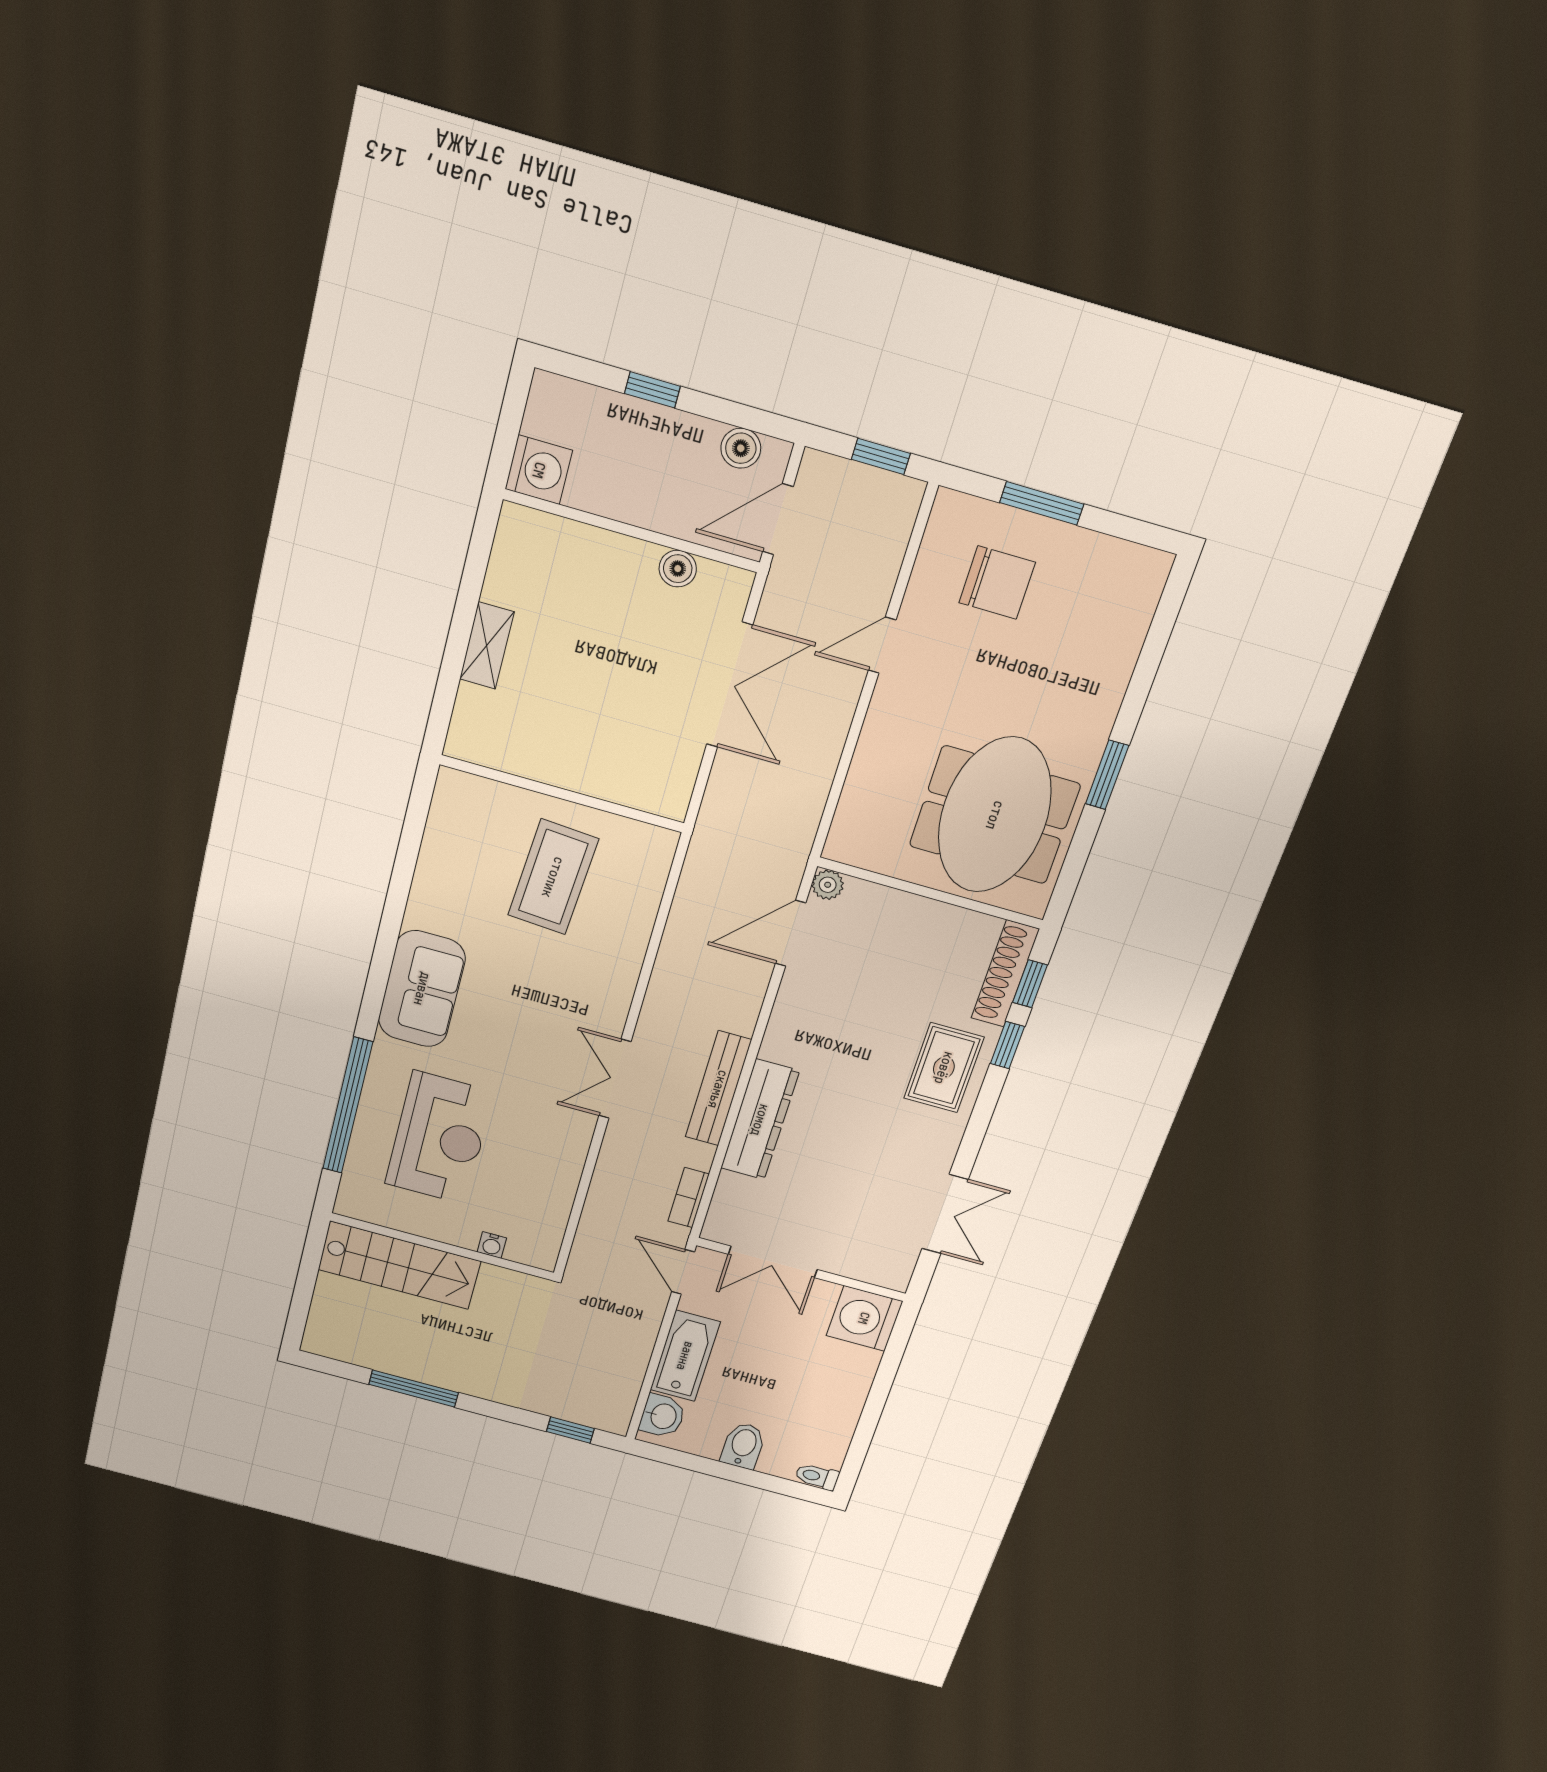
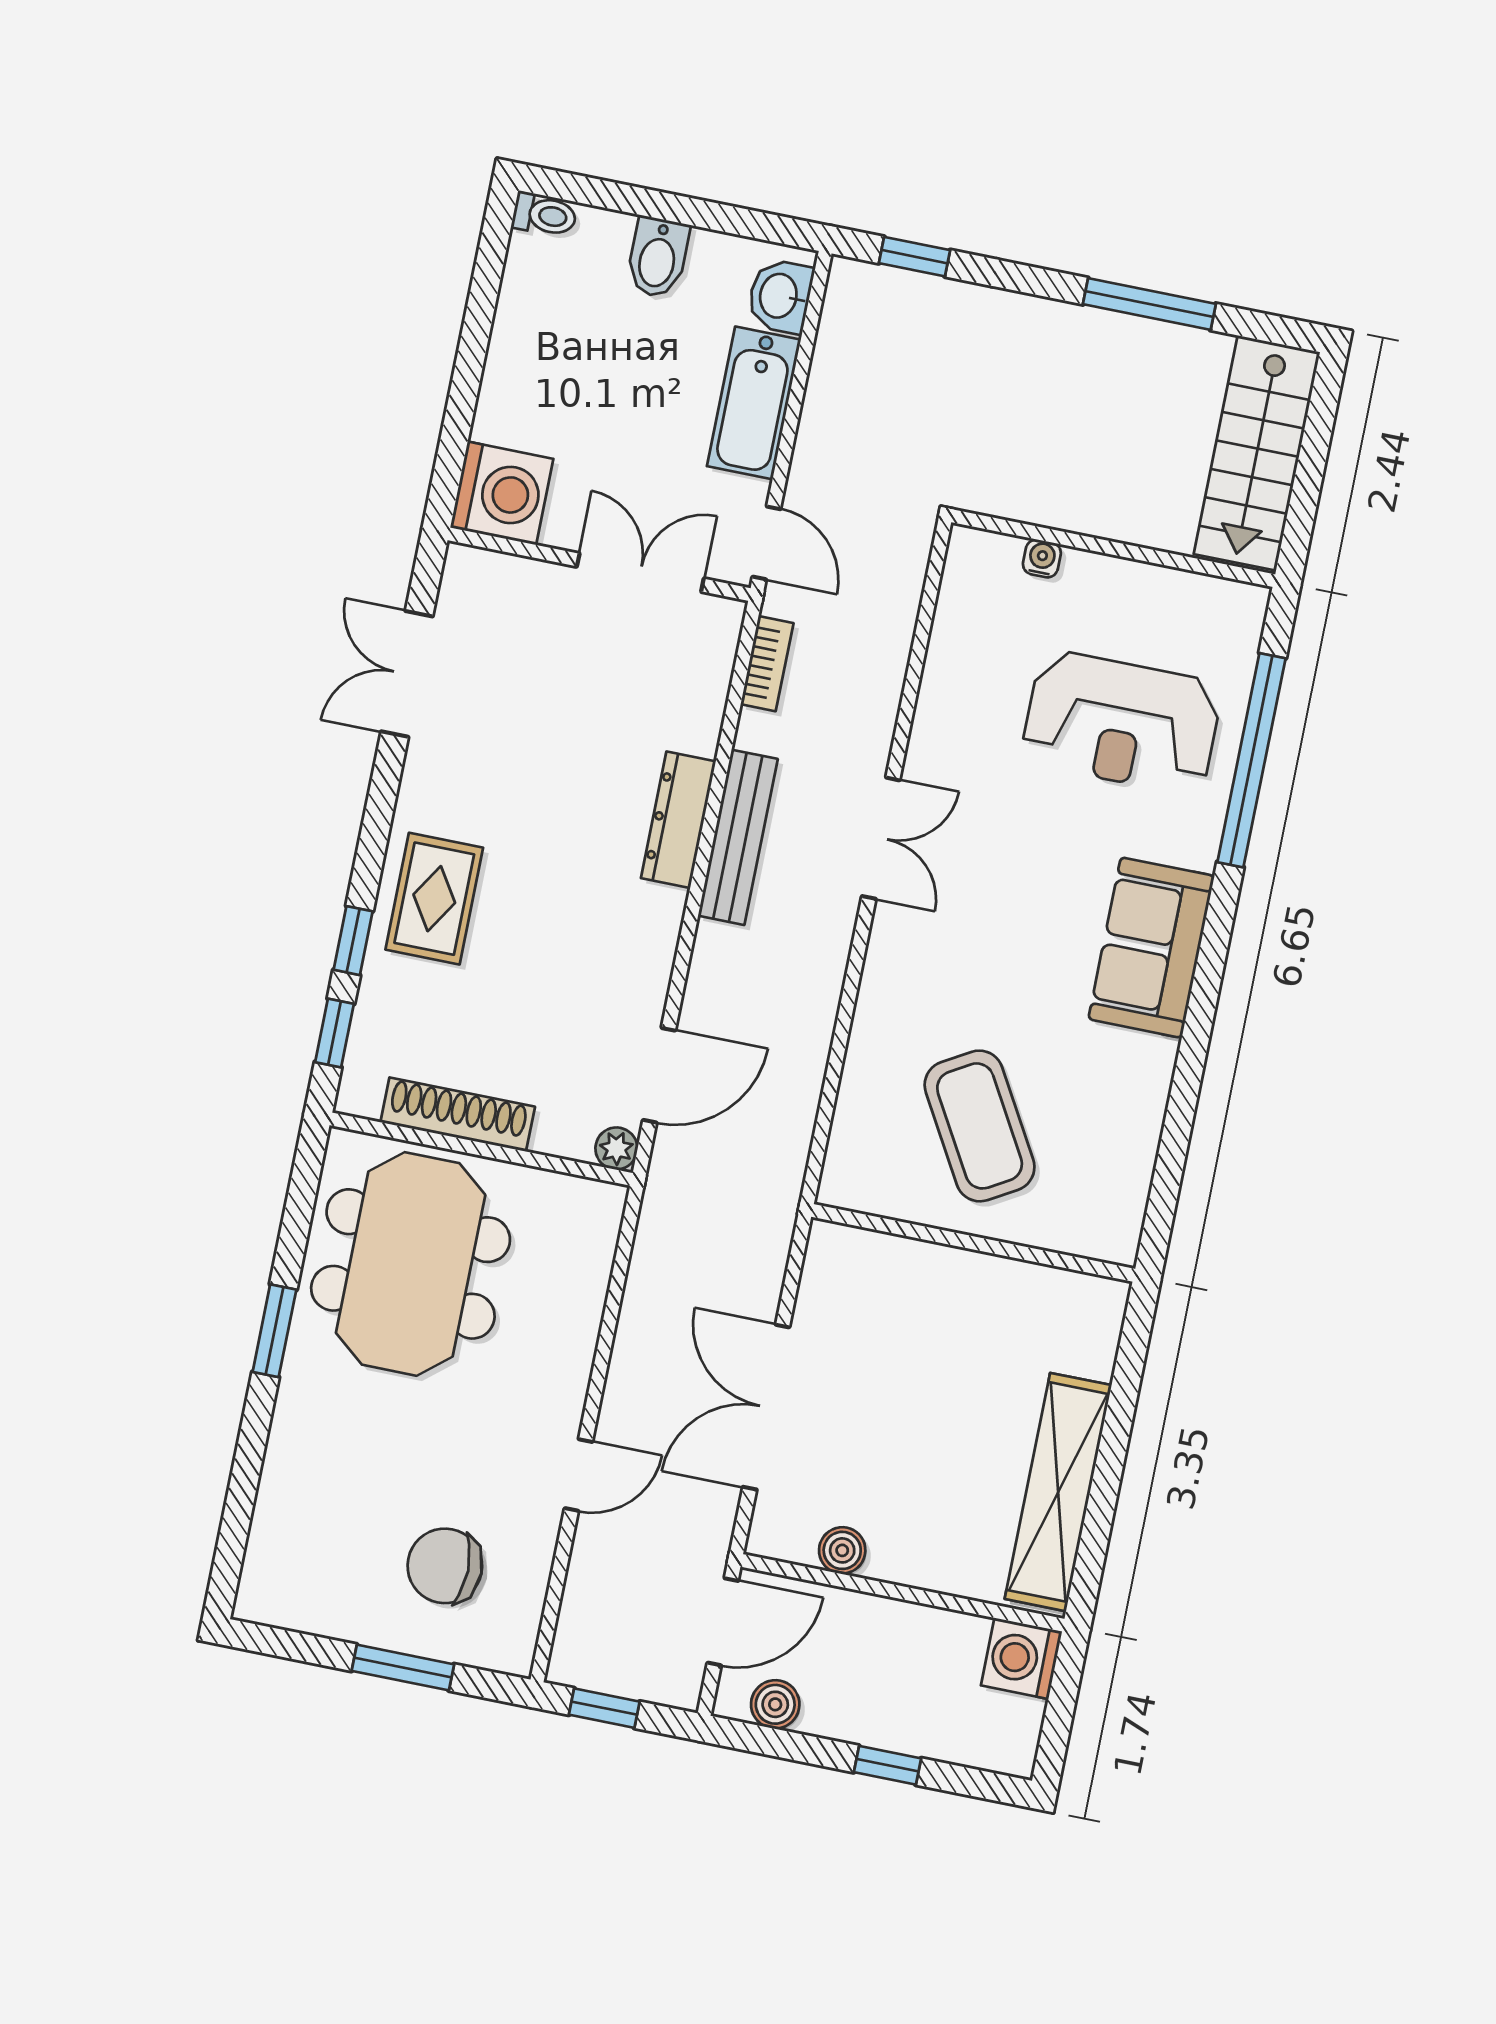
shelving: (487, 646) -> (1058, 1492), width x2.20, depth x1.33
coffee table: (553, 877) -> (980, 1126), turned -34
shoe rack: (1005, 974) -> (458, 1114), moved, turned -90
dresser: (760, 1120) -> (678, 820), width x0.73, depth x0.80
reception desk: (439, 1138) -> (1122, 723), turned -90
stairs: (399, 1265) -> (1257, 453), moved, turned -90

